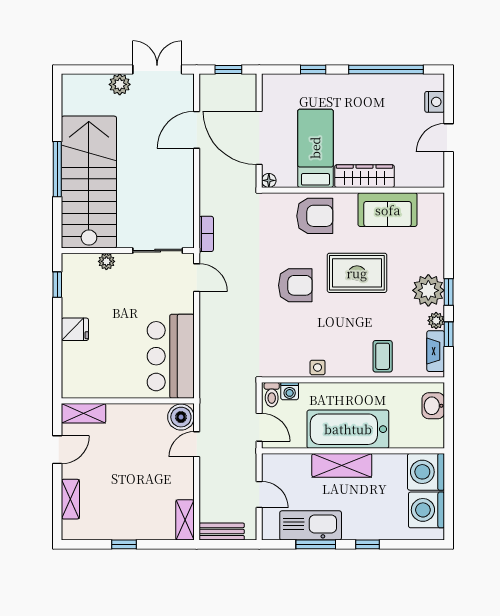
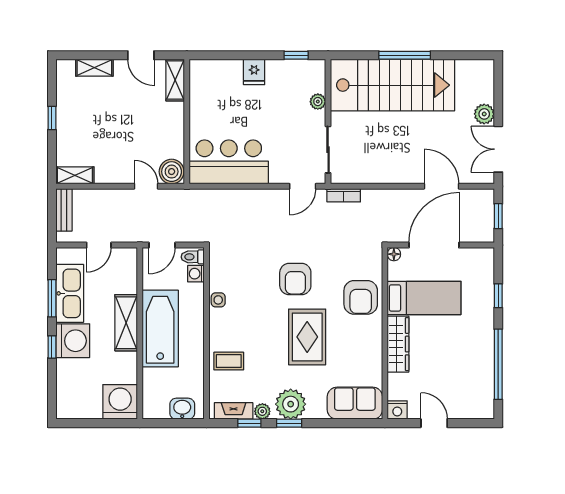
double door: (157, 70) -> (498, 149), swing flipped
nightstand: (435, 102) -> (397, 410), moved
sofa: (388, 210) -> (355, 403), moved, turned 90
washing machine: (426, 510) -> (73, 341), moved, turned 90

